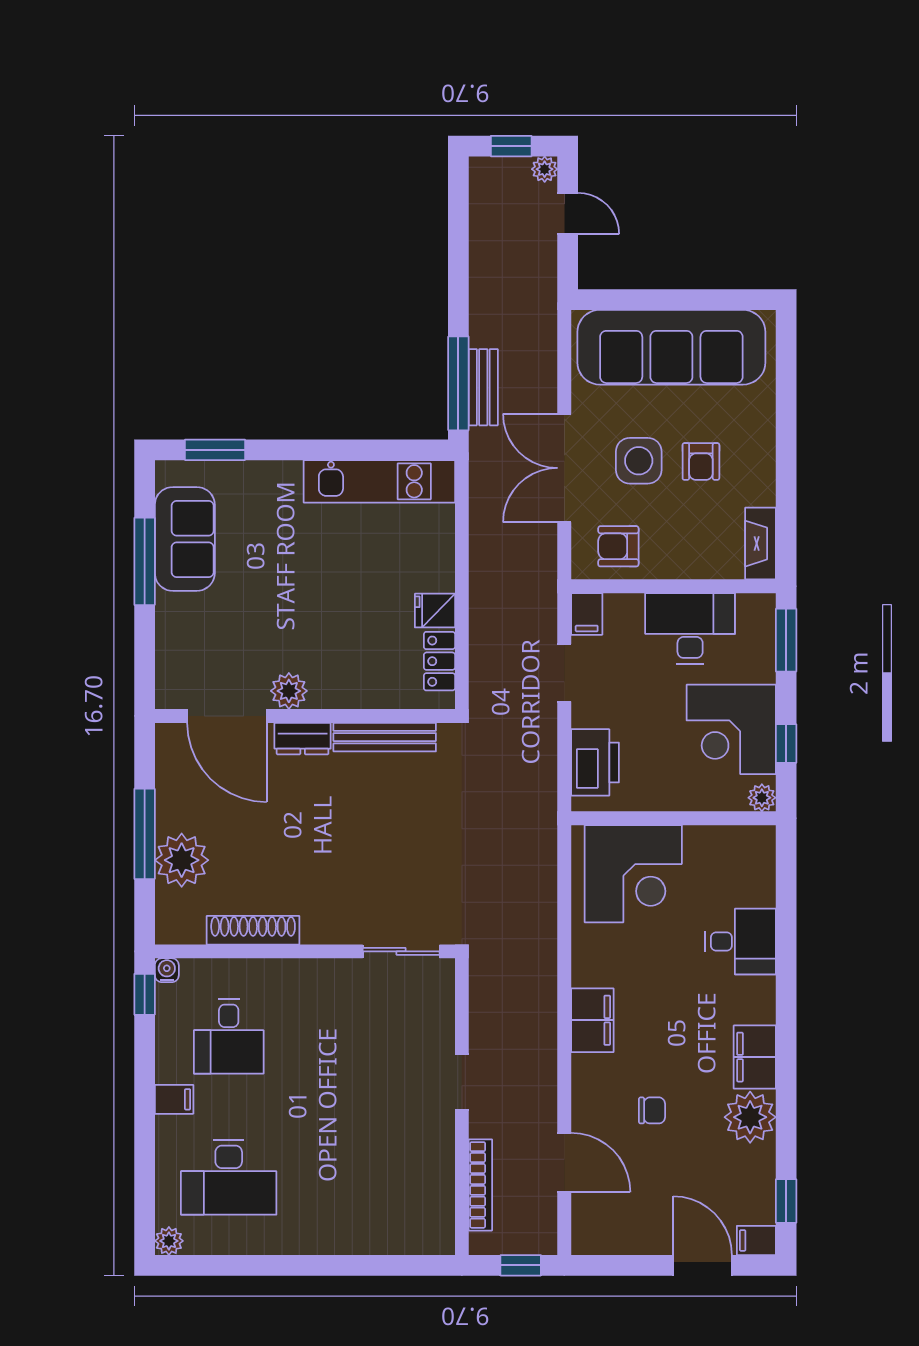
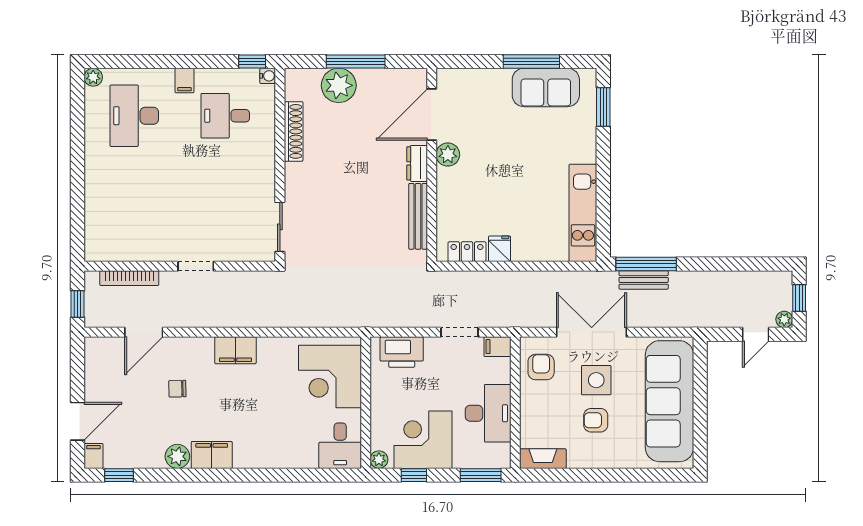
desk: (740, 942) -> (340, 446), moved
chair: (652, 1110) -> (177, 389), turned 89
plant: (750, 1117) -> (177, 456), width x0.73, depth x0.73

